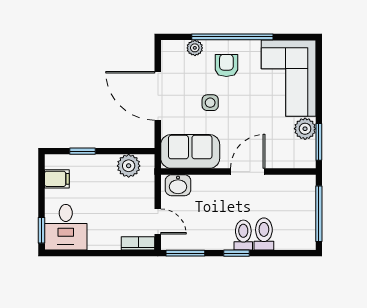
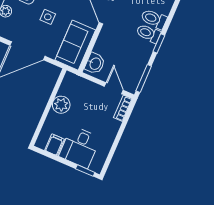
window: (83, 151) -> (43, 119), removed
plant: (129, 166) -> (61, 105), moved
door: (158, 222) -> (114, 88), hinge flipped
desk: (66, 227) -> (80, 147), moved, turned 90

